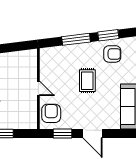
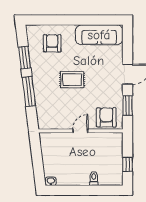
armchair: (112, 54) -> (52, 43), moved
armchair: (51, 113) -> (106, 117), turned 90

